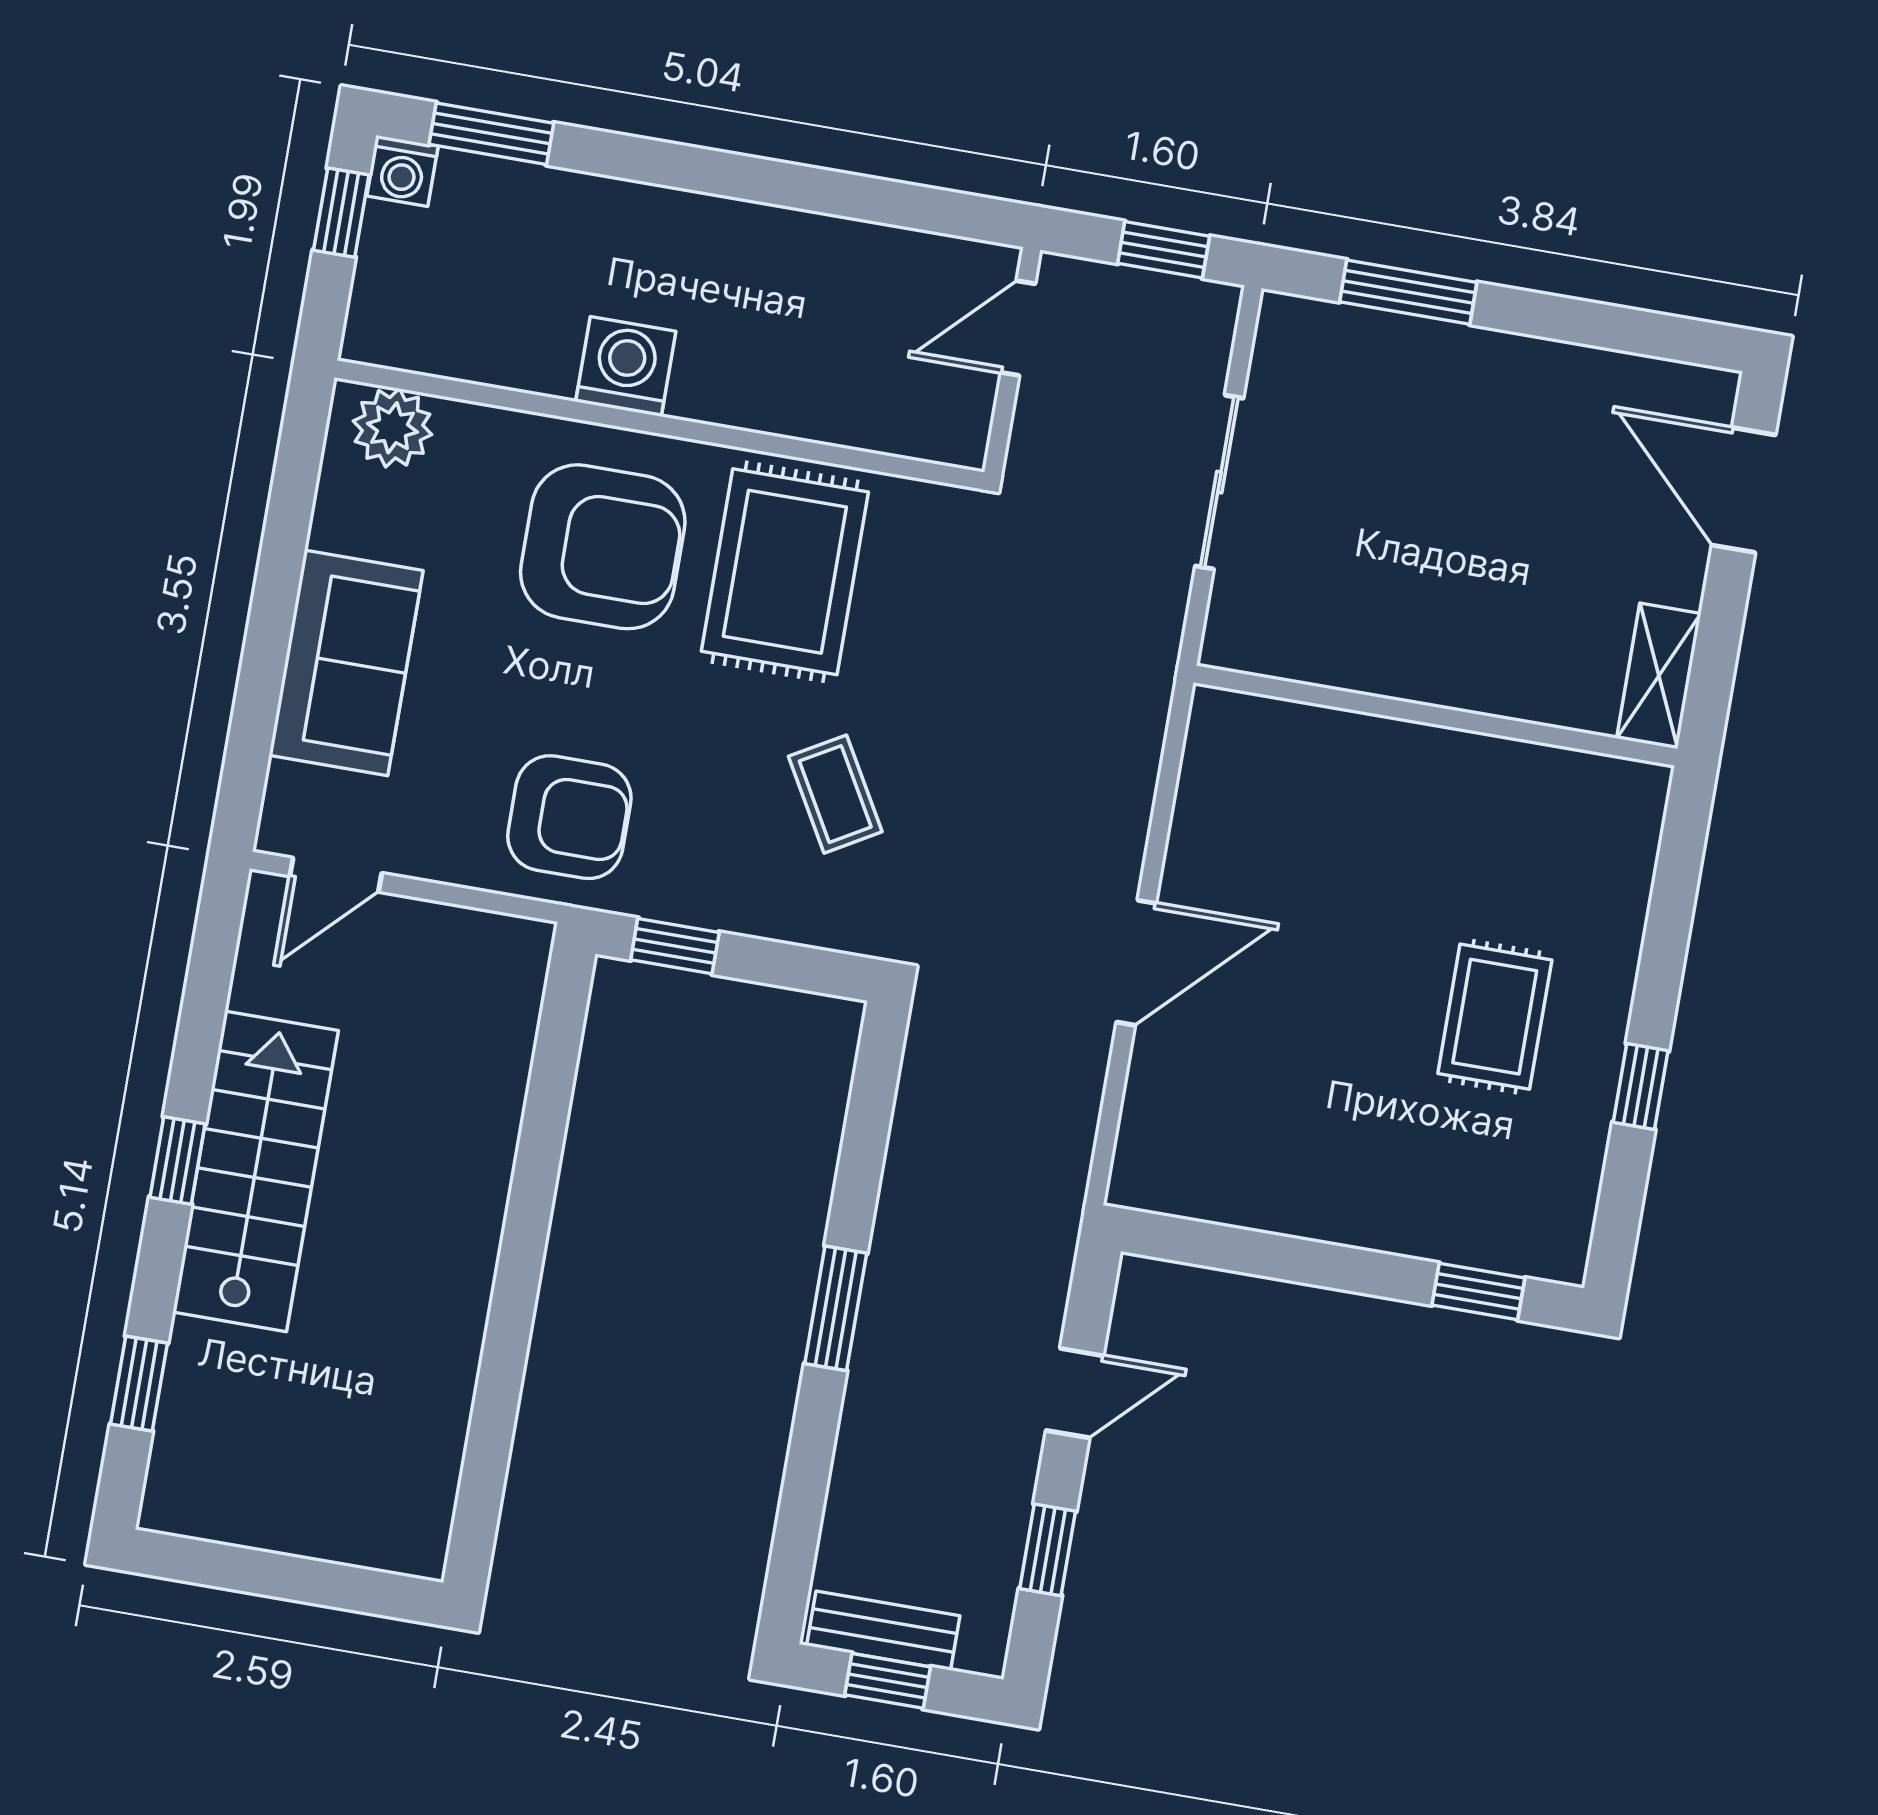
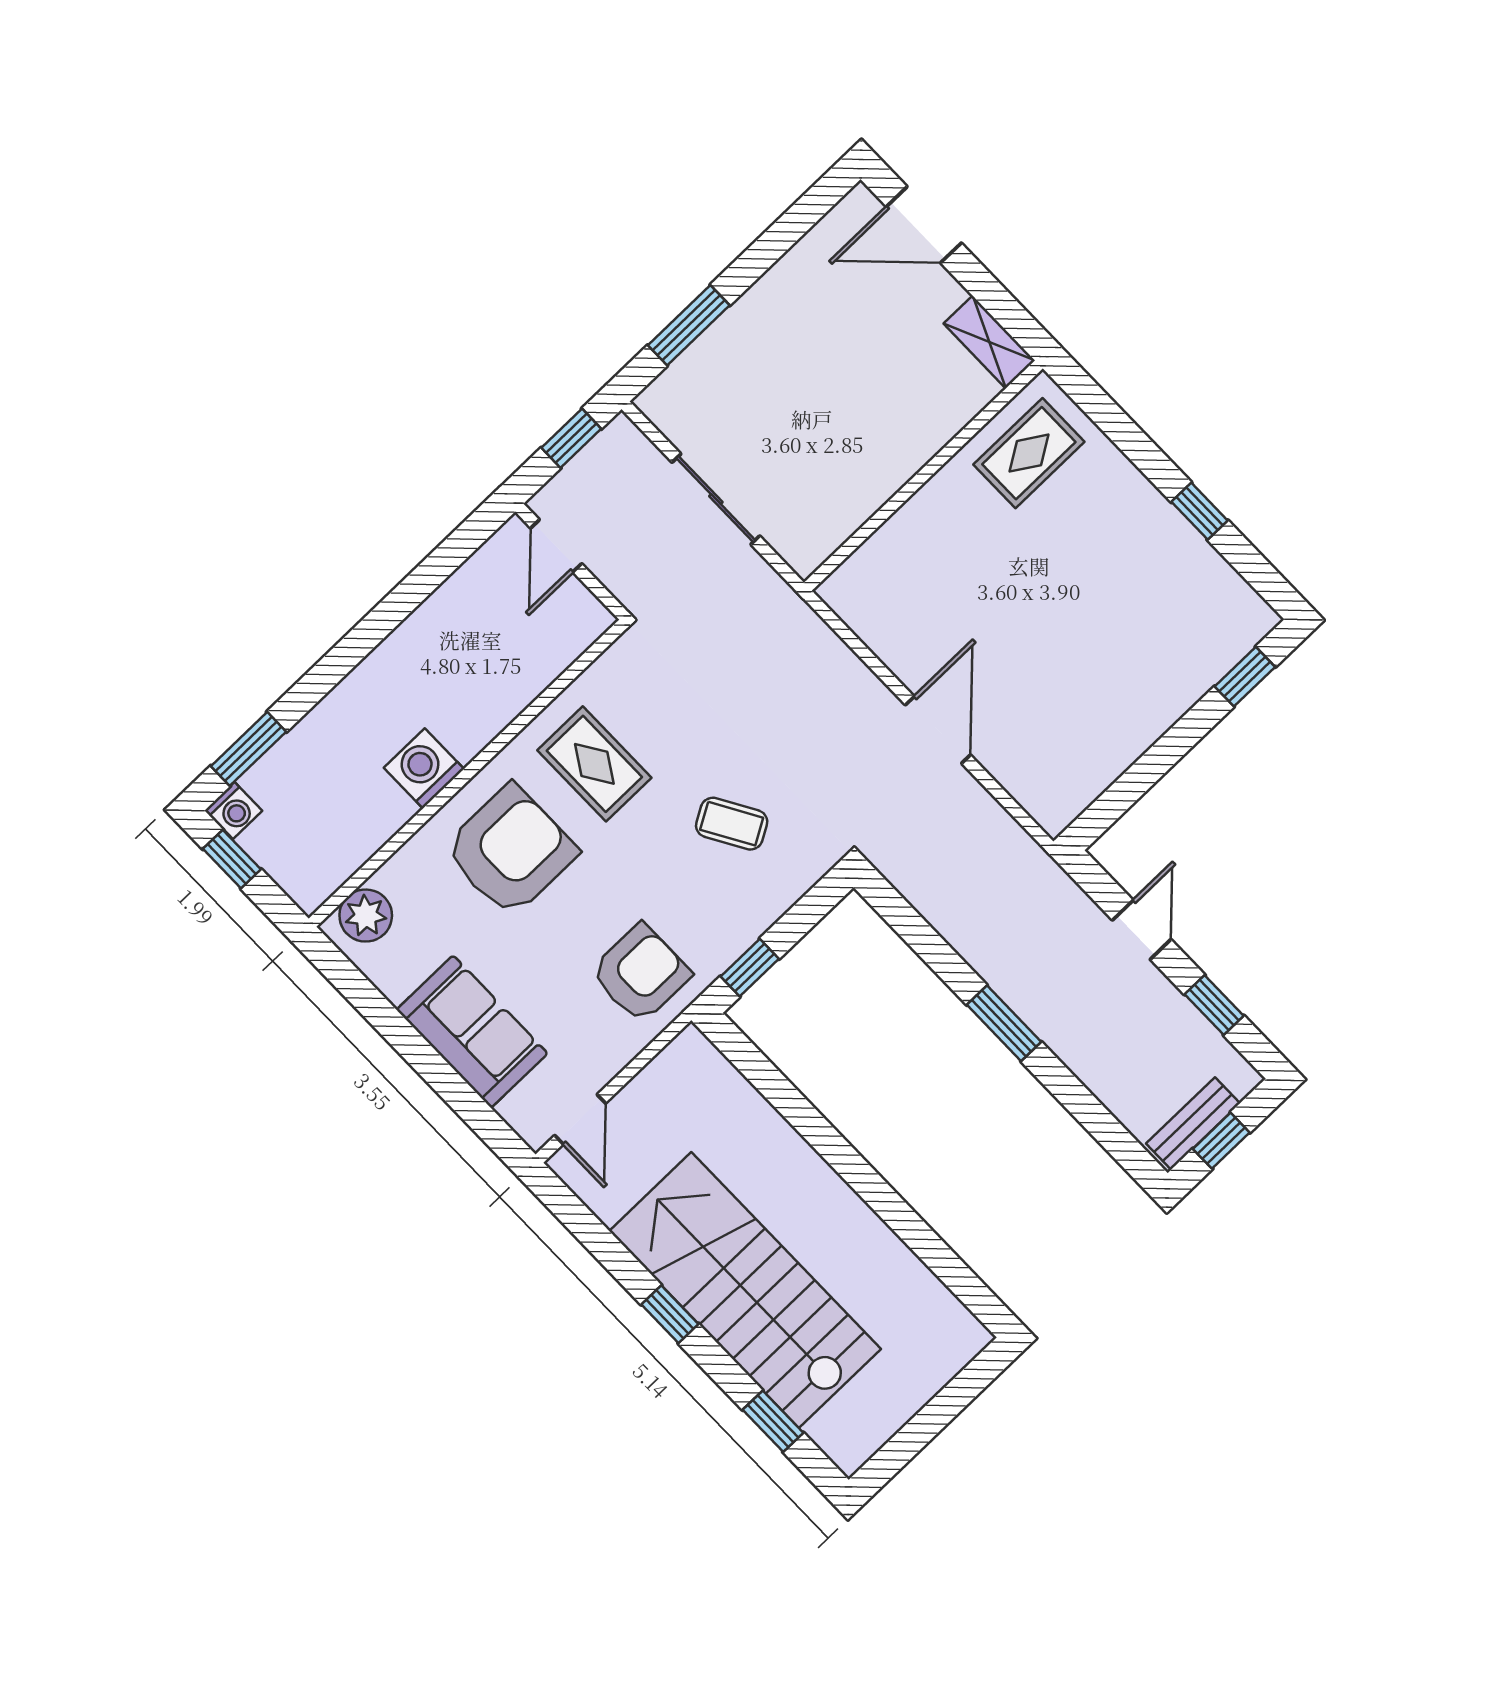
rug: (785, 572) -> (594, 764), width x0.73, depth x0.70
rug: (1495, 1017) -> (1029, 453), moved, turned 90
stairs: (256, 1171) -> (745, 1290), width x1.36, depth x1.51

